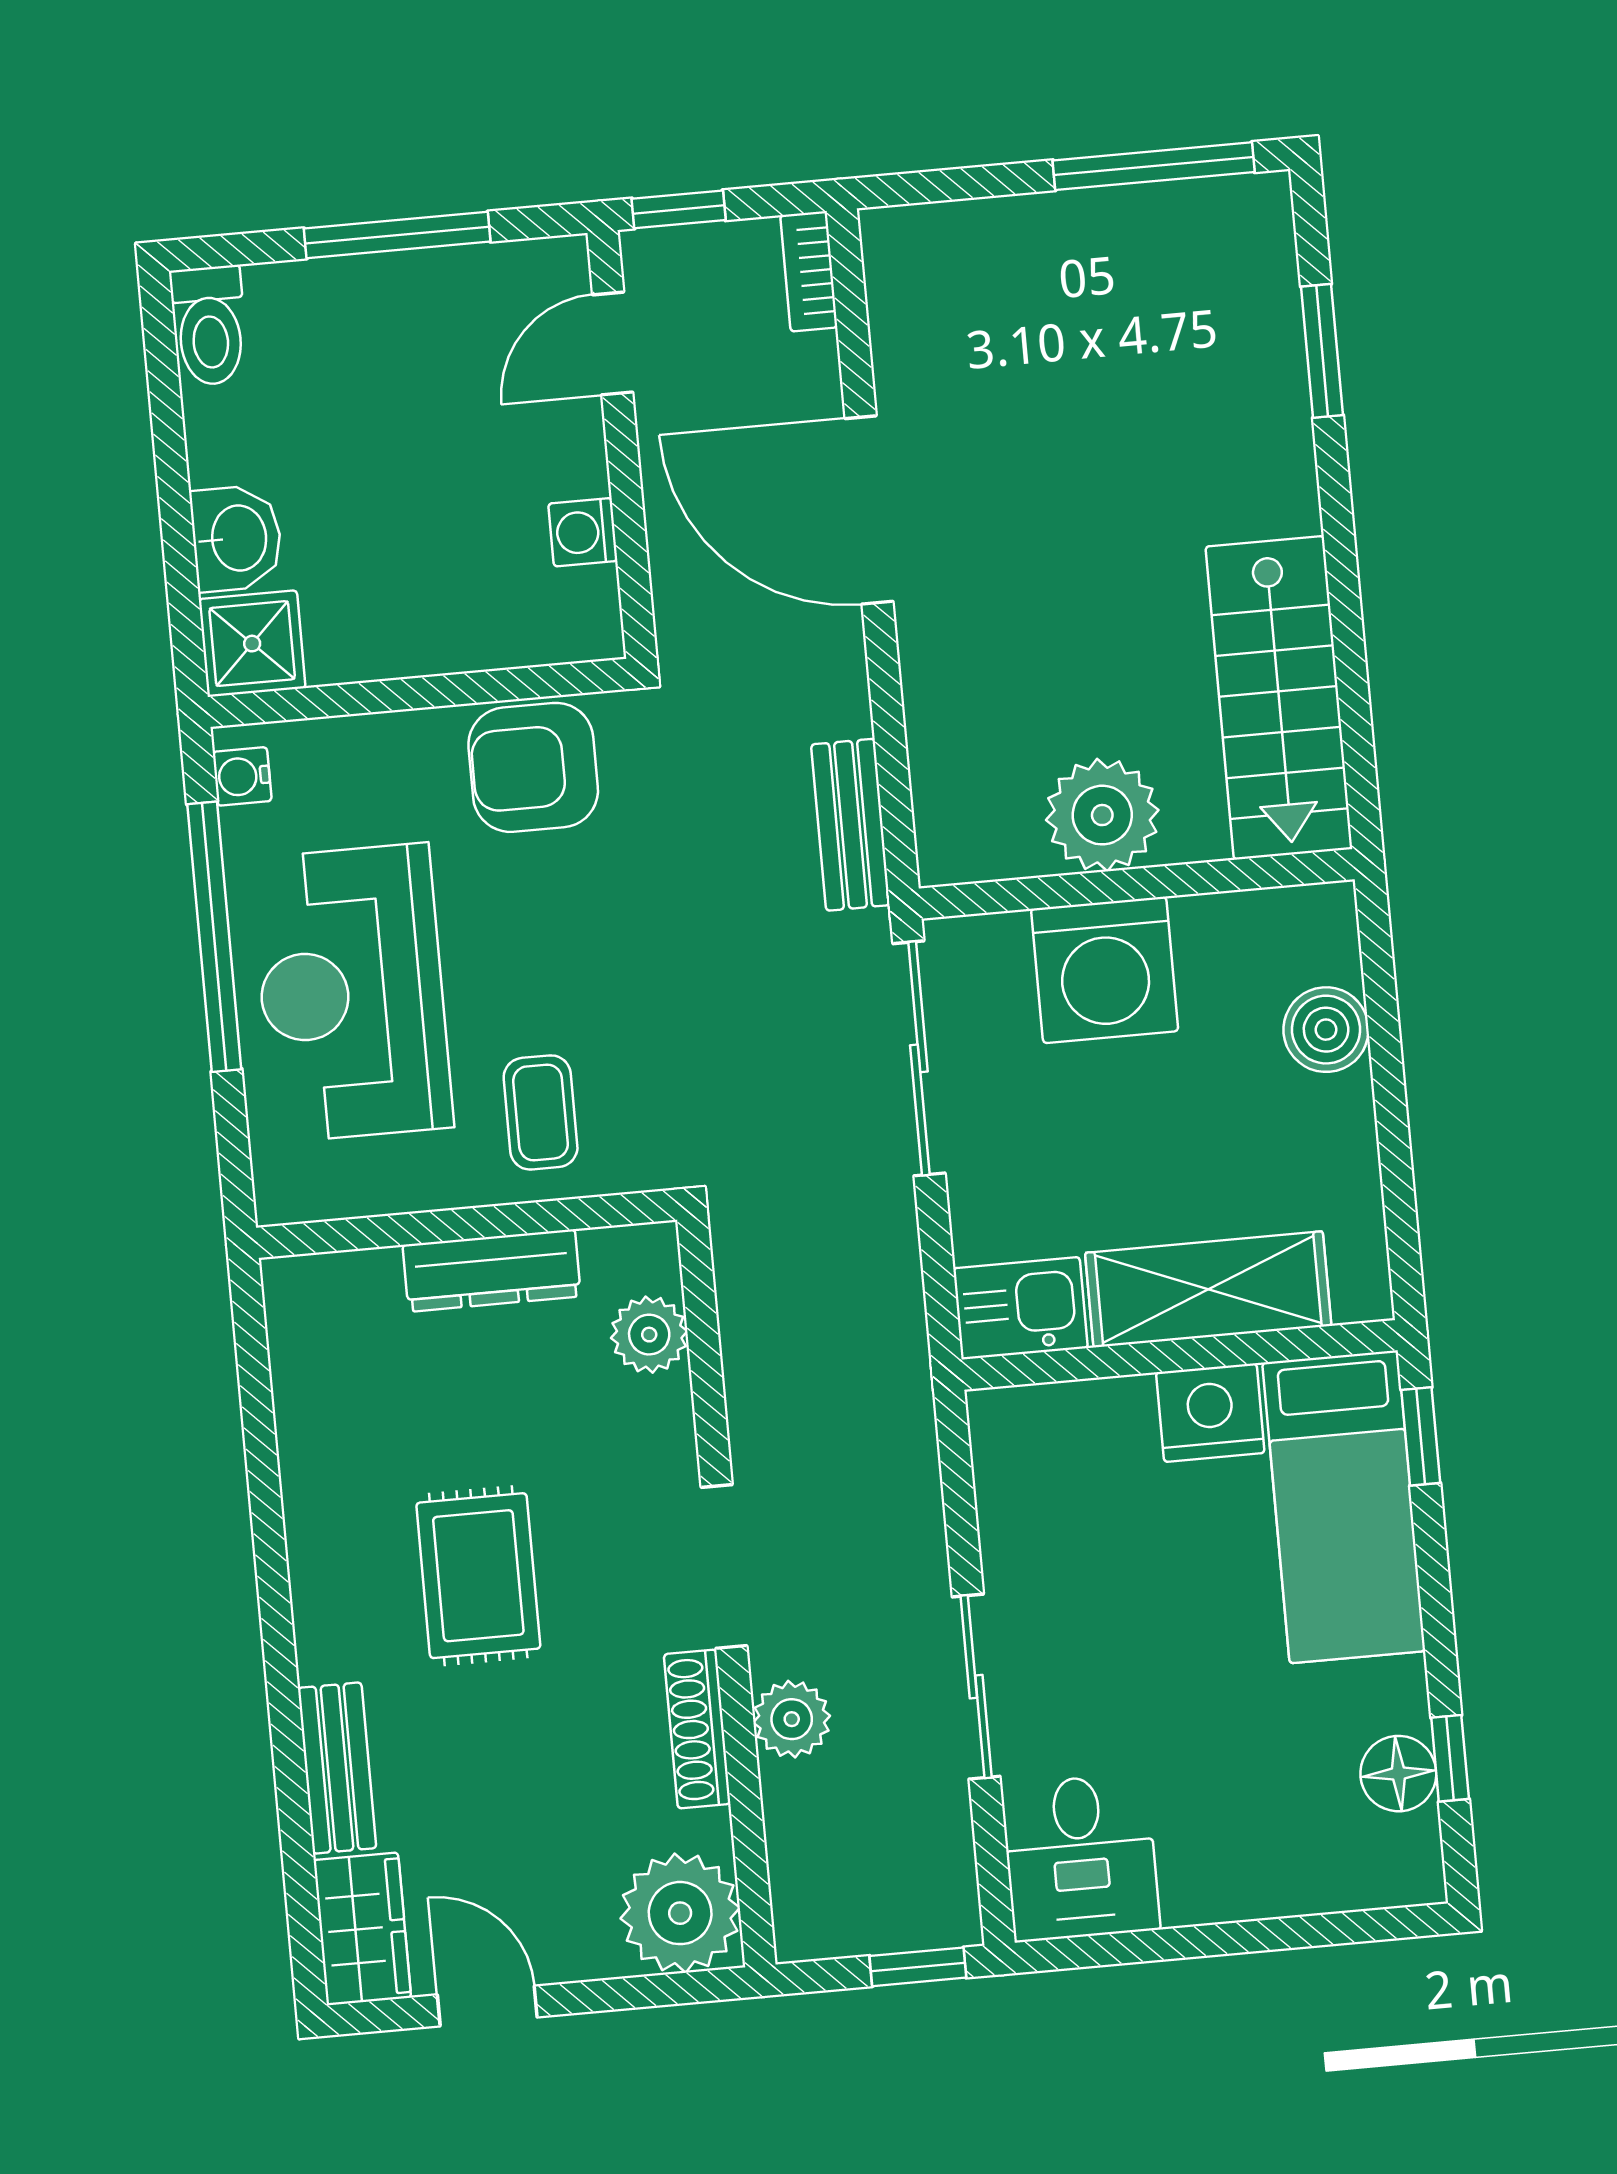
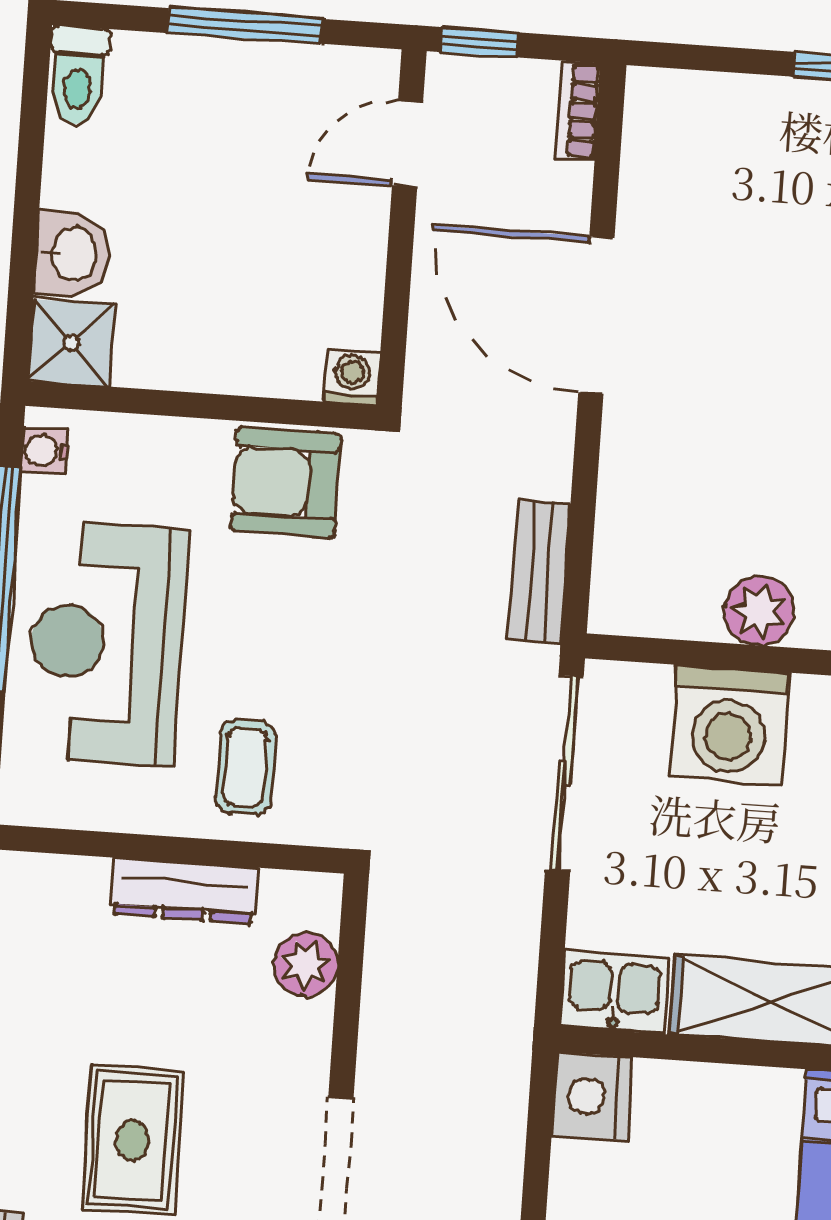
washing machine: (583, 532) -> (352, 377), moved, turned 90
plant: (1102, 815) -> (759, 611), width x0.73, depth x0.73
nightstand: (1210, 1413) -> (592, 1096), moved, turned -90

